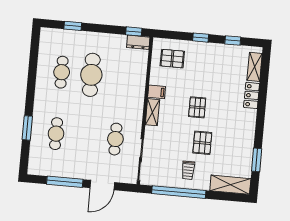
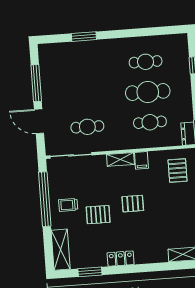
locker: (252, 95) -> (121, 259), moved
cafe table: (56, 134) -> (150, 122), moved

